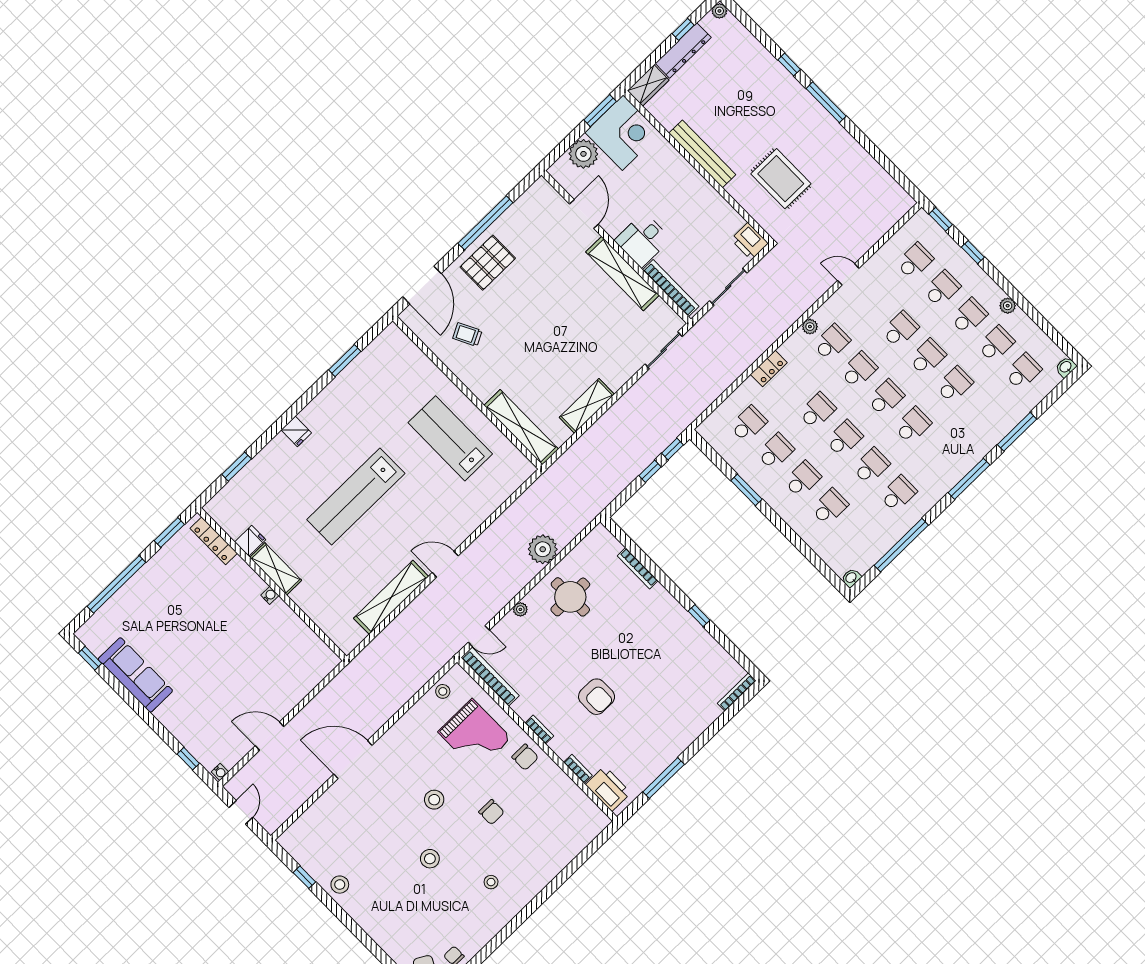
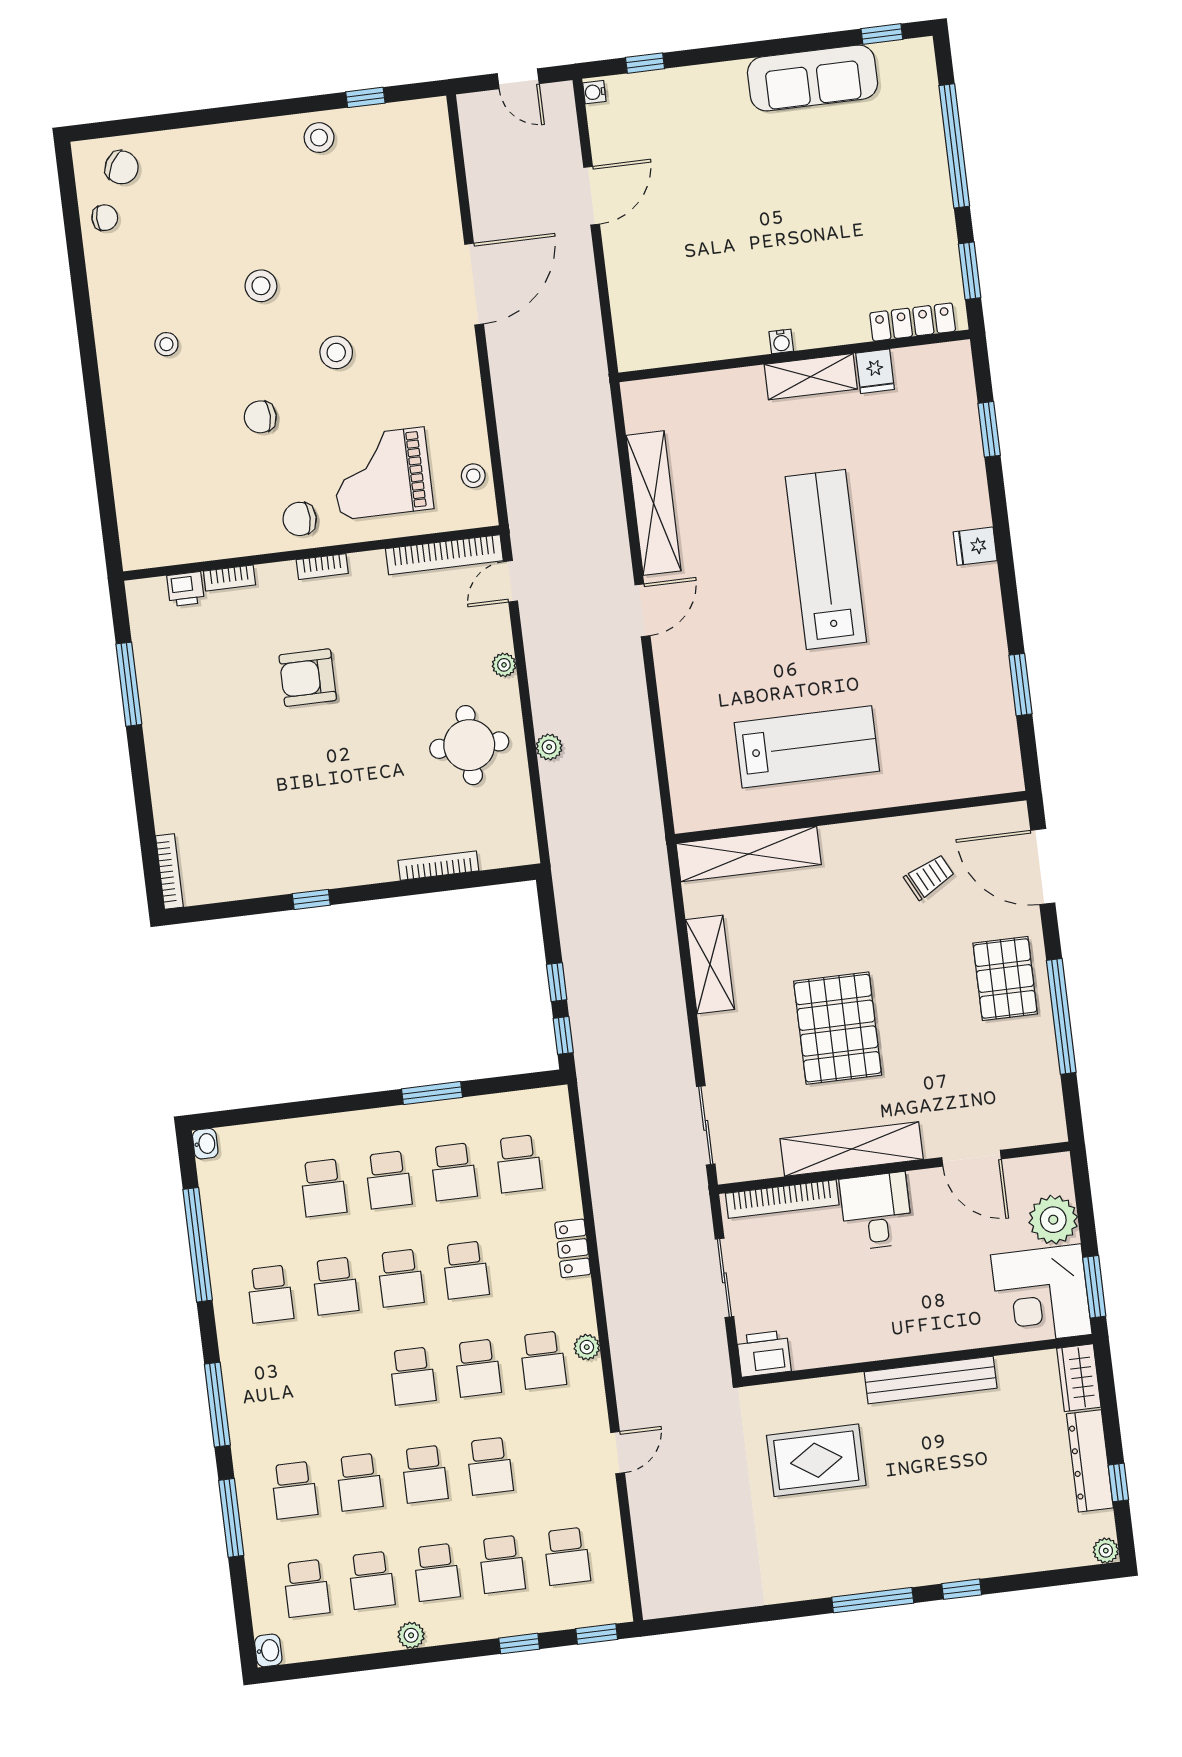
pallet: (571, 323) -> (838, 1028), added
school desk: (913, 425) -> (294, 1490), moved
plant: (543, 549) -> (549, 747), width x0.53, depth x0.53
printer: (608, 789) -> (186, 589), width x0.53, depth x0.68

